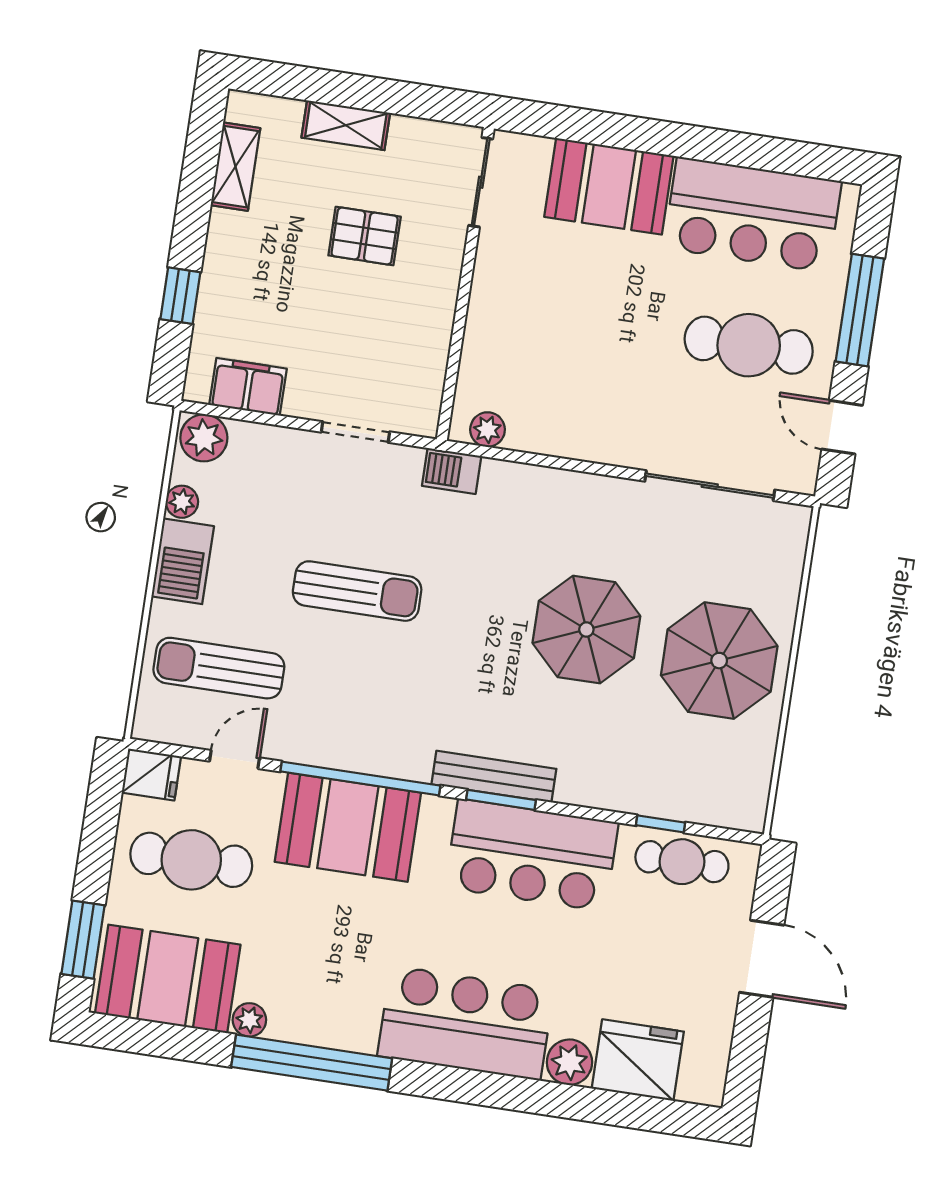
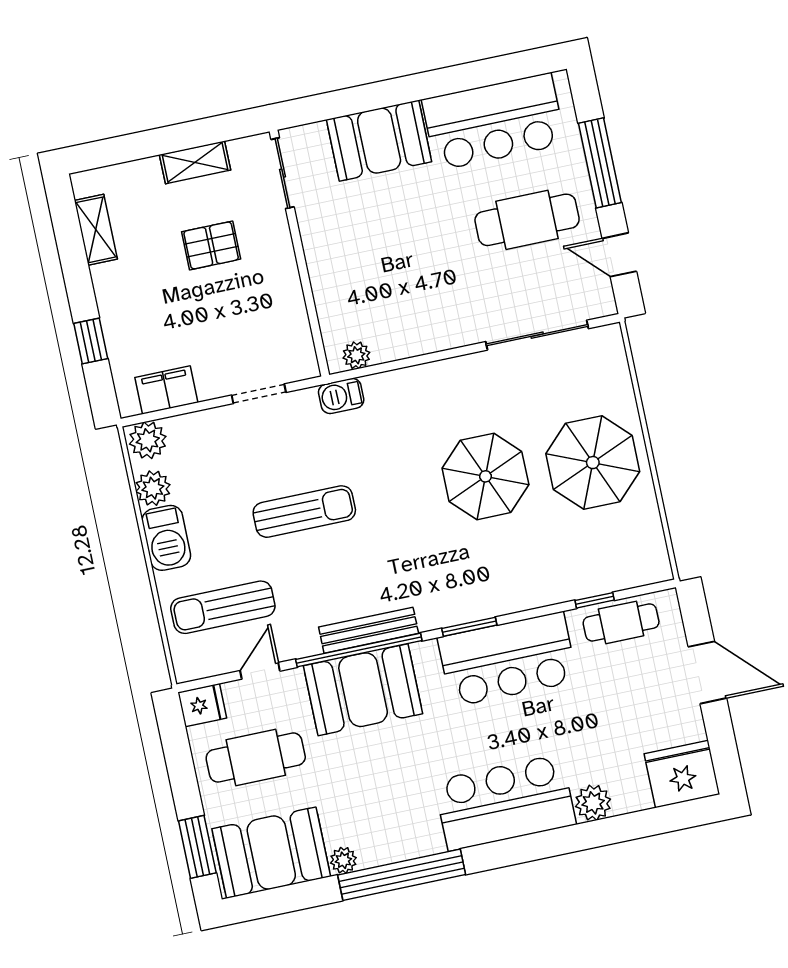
shelving: (346, 125) -> (195, 162), moved
plant: (182, 502) -> (153, 488), width x1.38, depth x1.38
bench: (494, 777) -> (369, 630), moved
fridge: (638, 1060) -> (682, 774), moved

